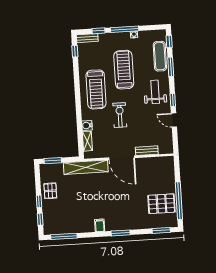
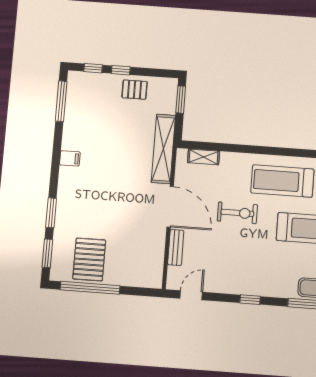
weight bench: (155, 92) -> (266, 273), removed
door: (174, 120) -> (191, 295), moved
water cooler: (87, 126) -> (228, 159), removed
door: (122, 158) -> (170, 207), swing flipped
window: (121, 233) -> (51, 213), moved

